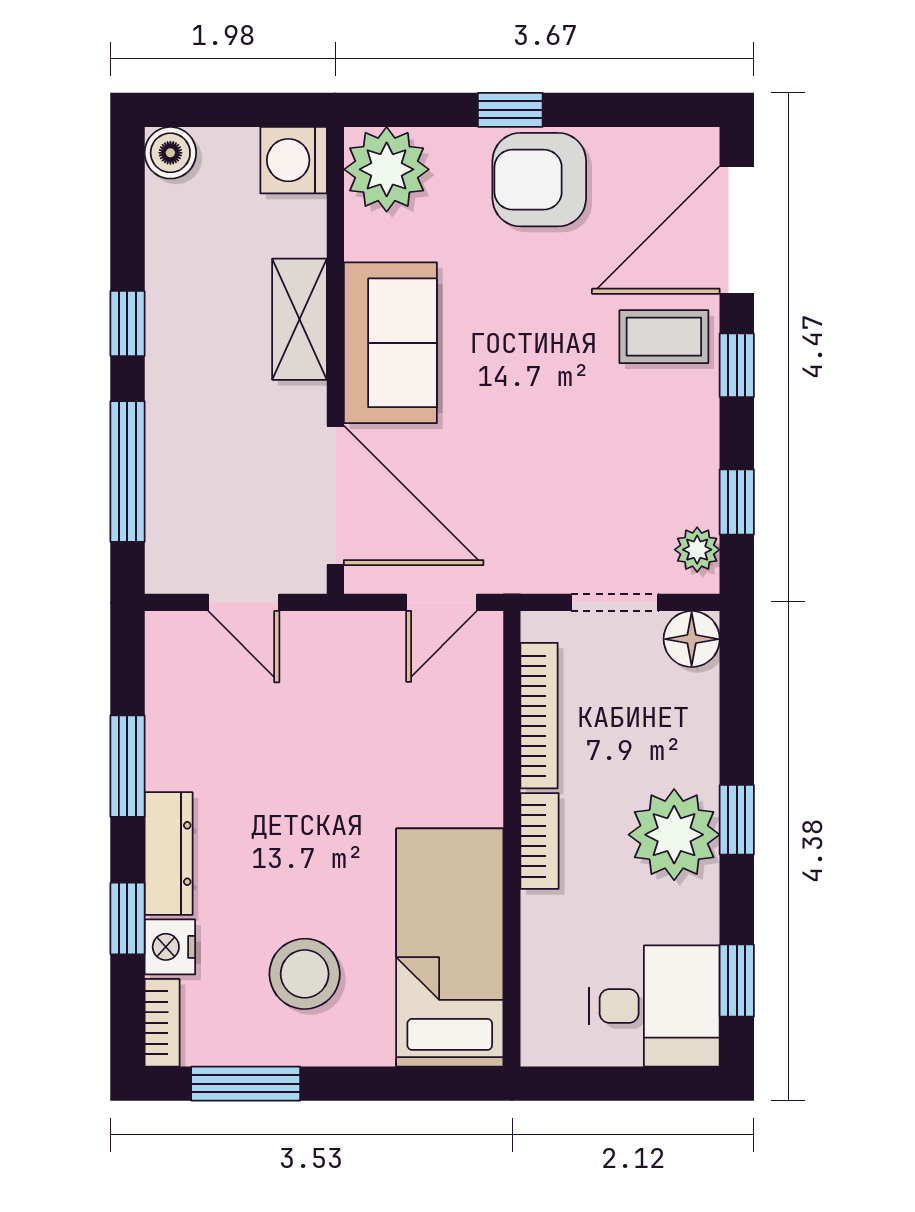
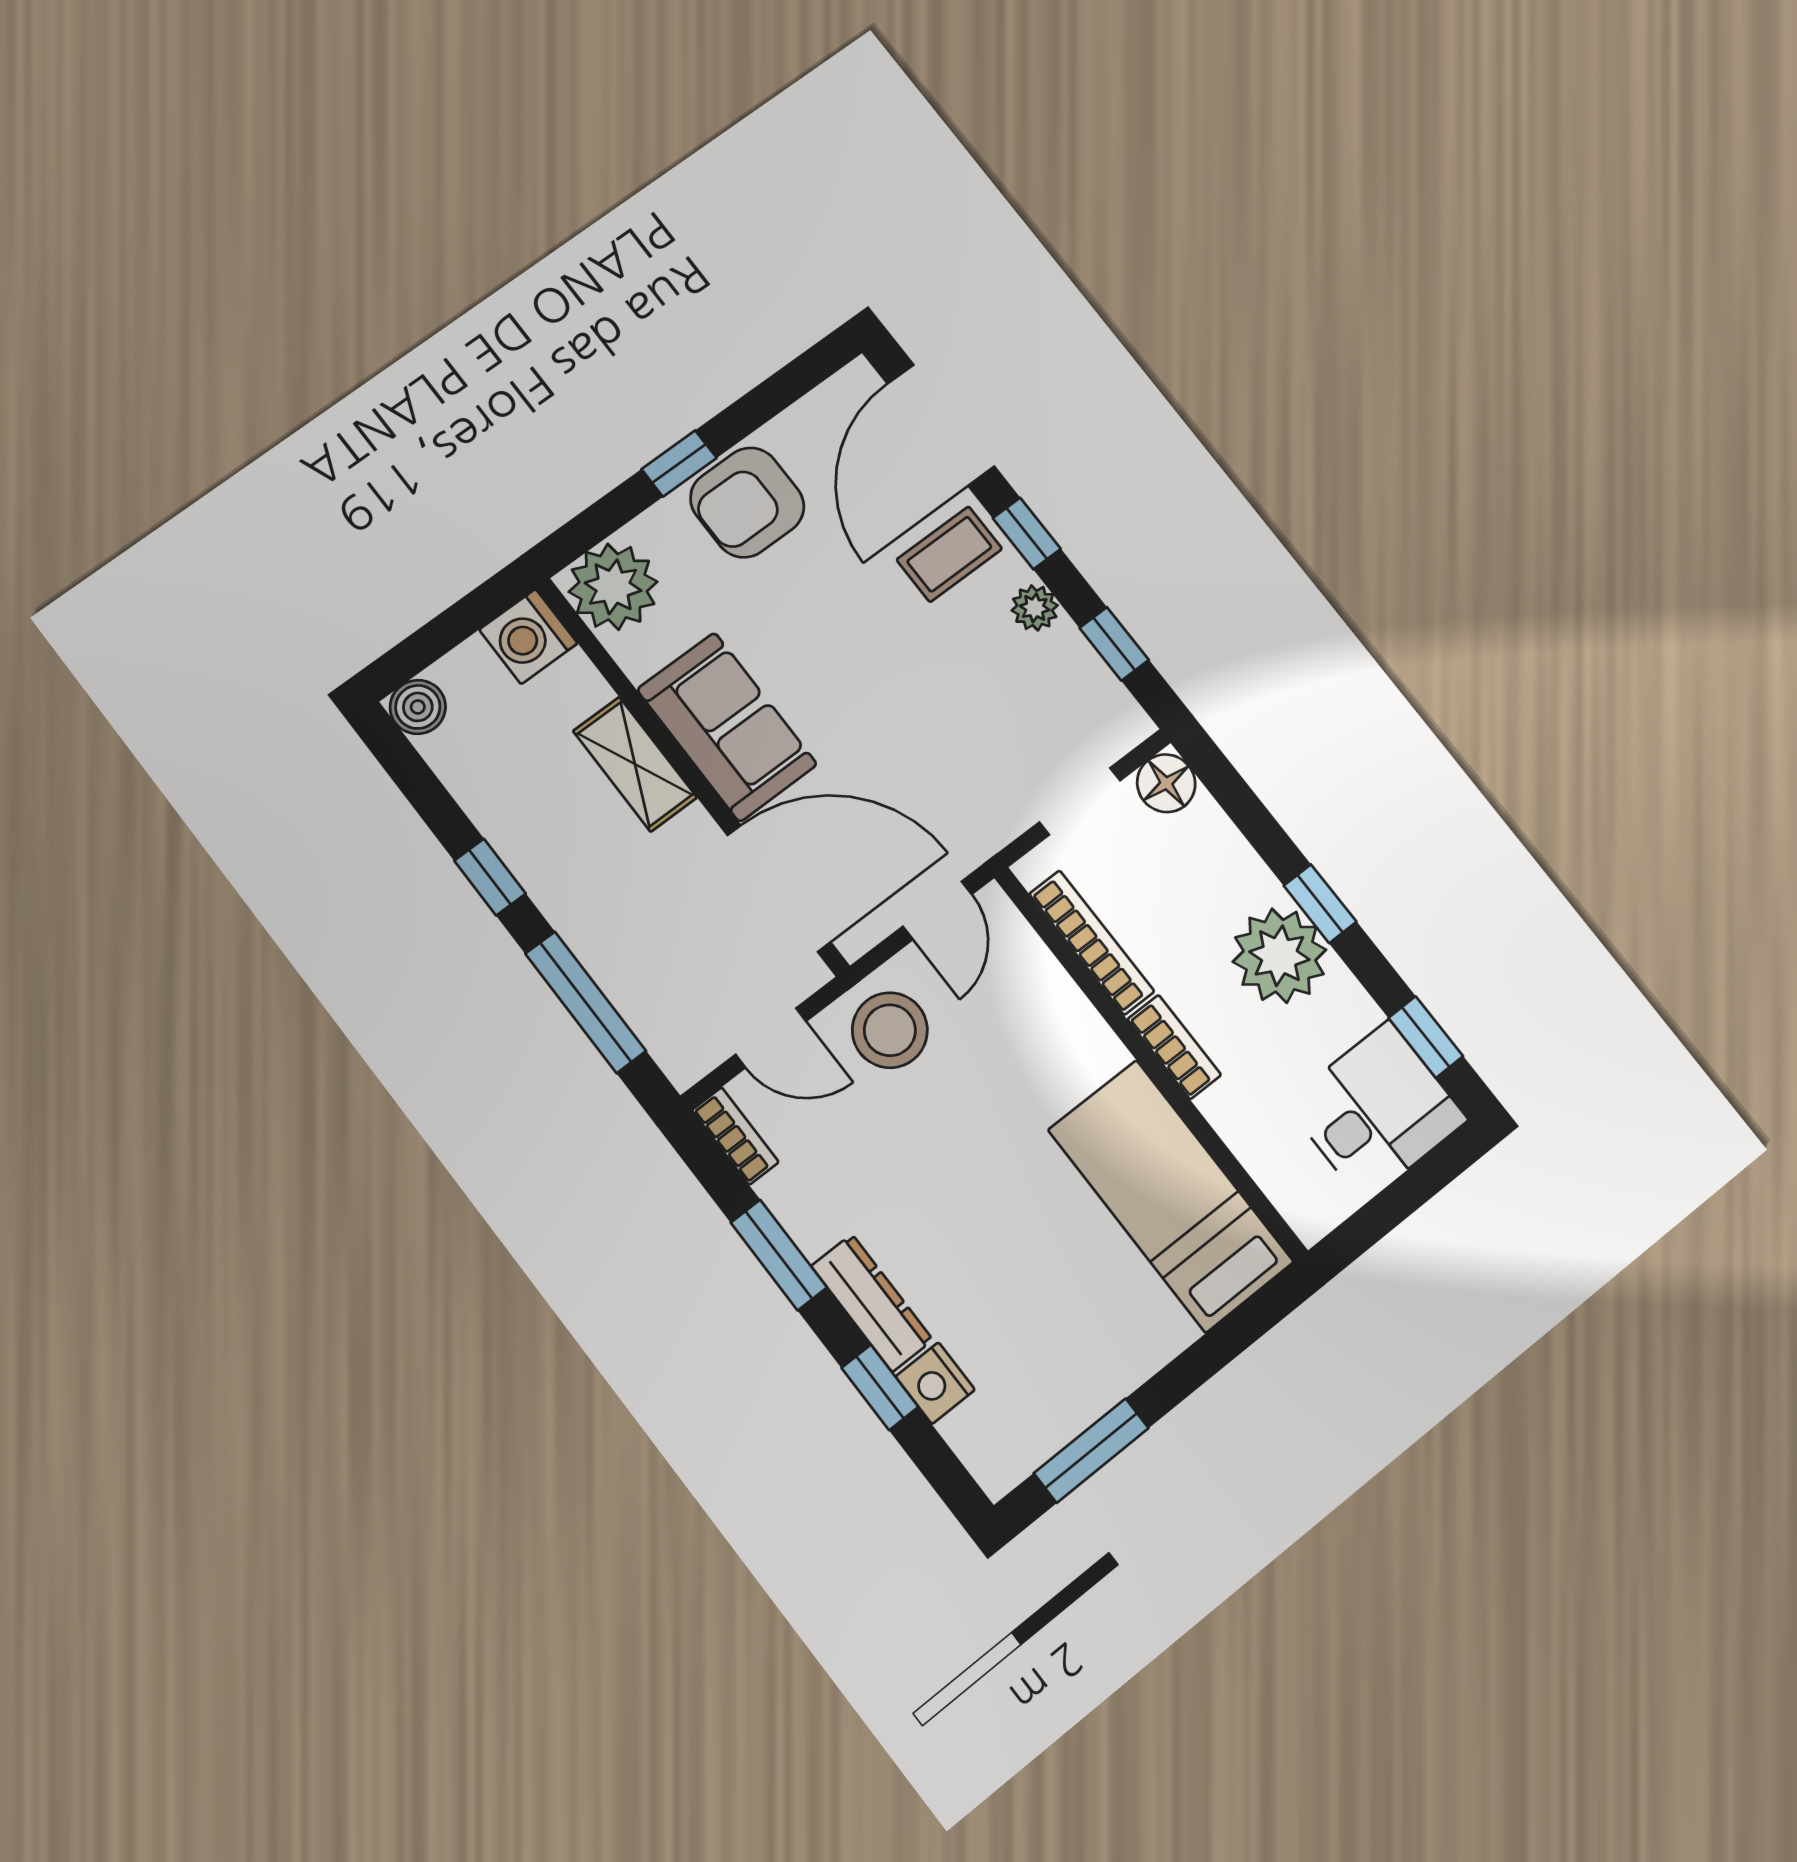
plant: (697, 550) -> (1035, 608), moved
stool: (305, 974) -> (890, 1030), moved
bookcase: (162, 1023) -> (735, 1136), moved

